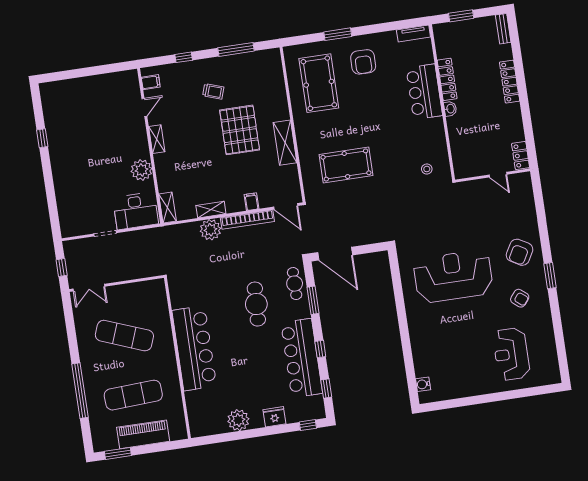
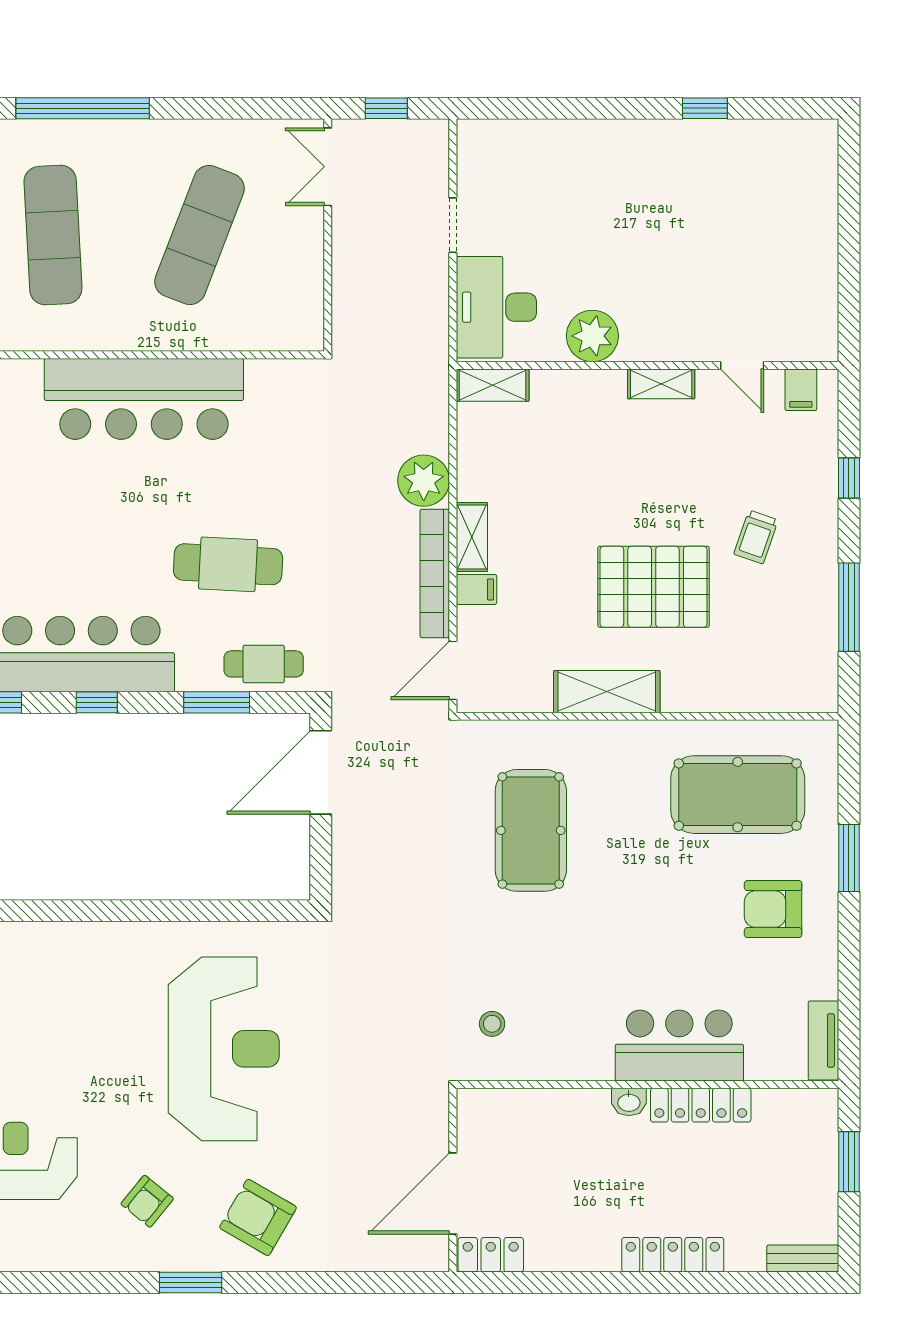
door: (498, 175) -> (453, 1193), width x1.87
shelving: (211, 210) -> (472, 537), moved

